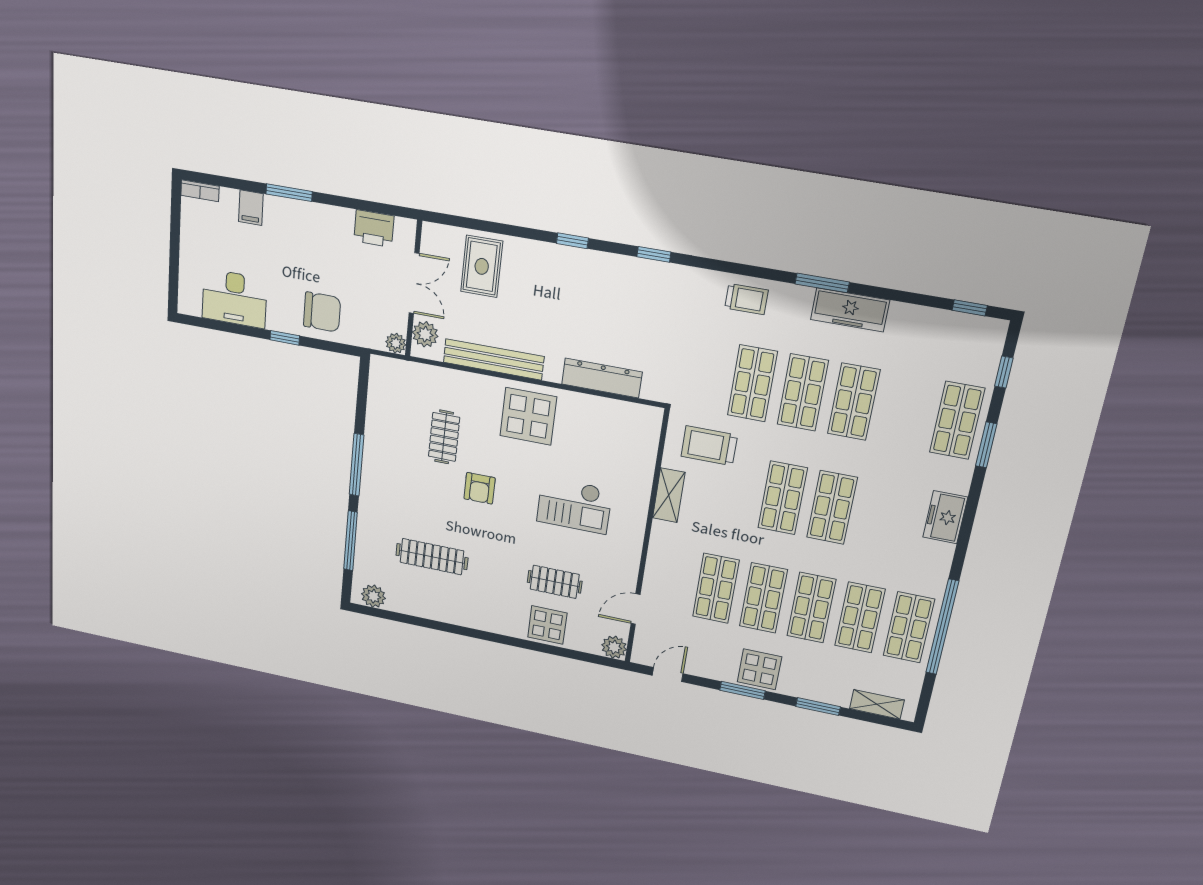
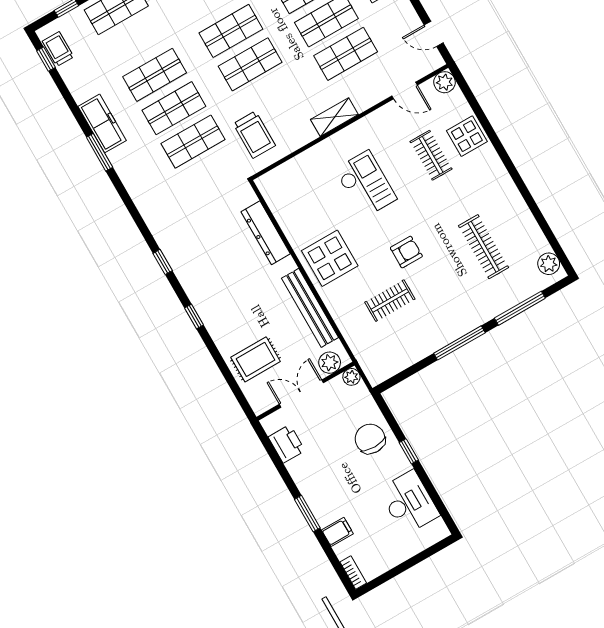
trolley: (746, 299) -> (58, 49), moved
shelving: (669, 495) -> (334, 117), moved

